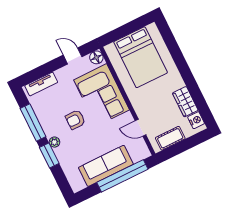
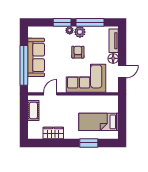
window: (176, 54) -> (89, 143), added
floor lamp: (96, 57) -> (113, 58), moved
bed: (141, 57) -> (98, 122), width x0.67
nightstand: (196, 120) -> (37, 134), removed
plant: (50, 129) -> (80, 32), added

